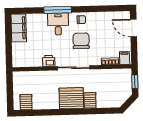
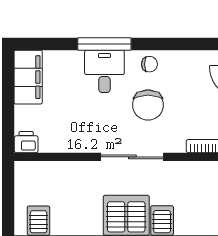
chair: (81, 41) -> (148, 105), turned 180
printer: (49, 61) -> (26, 142), moved

